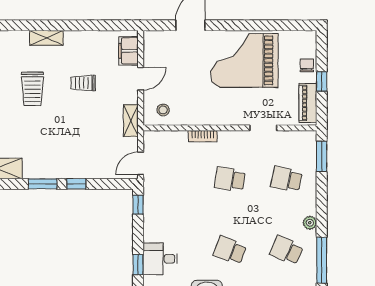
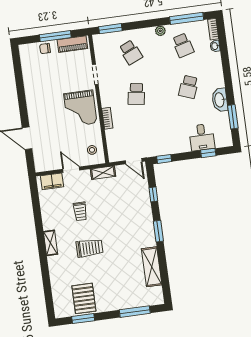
grand piano: (244, 60) -> (80, 108), moved, width x0.73, depth x0.68
window: (322, 81) -> (55, 36), width x2.17
school desk: (286, 179) -> (131, 52), turned -36
window: (76, 184) -> (153, 194), moved
school desk: (286, 250) -> (183, 45), turned -39

